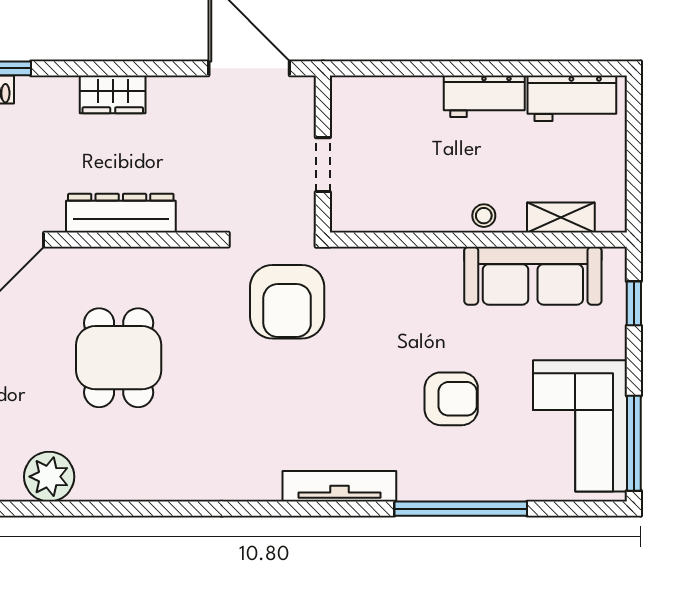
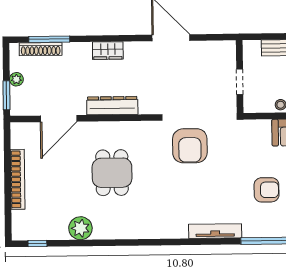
wall: (323, 154) -> (240, 77), moved
doorway: (323, 165) -> (240, 82), moved

